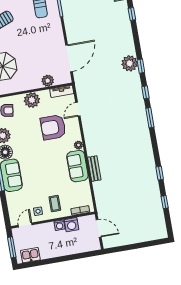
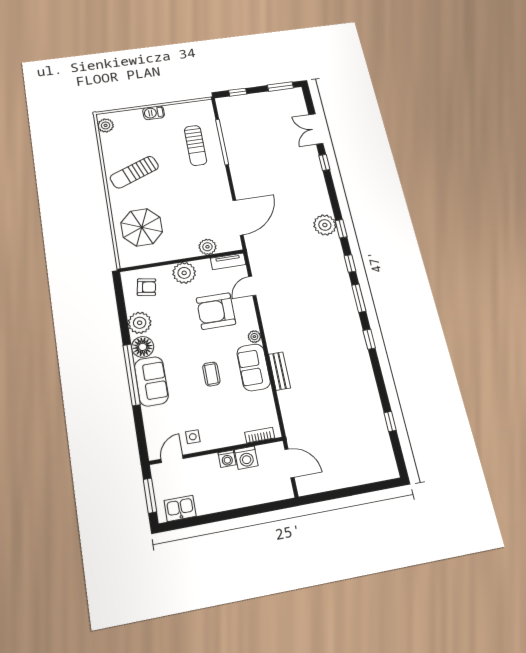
window: (160, 173) -> (369, 339), moved
coffee table: (55, 204) -> (211, 374), moved

